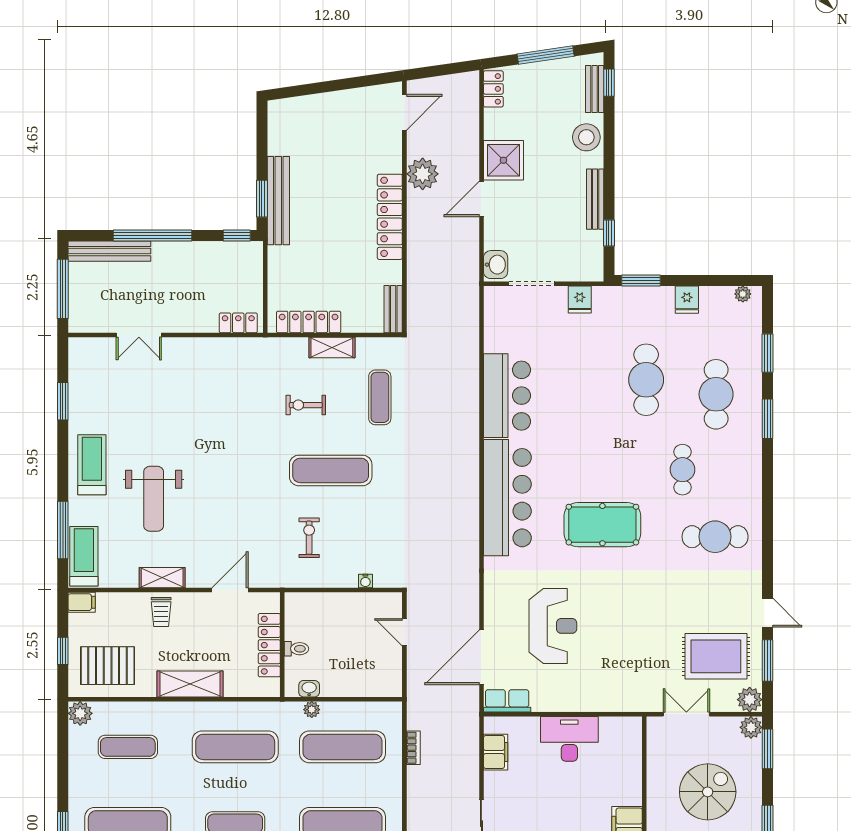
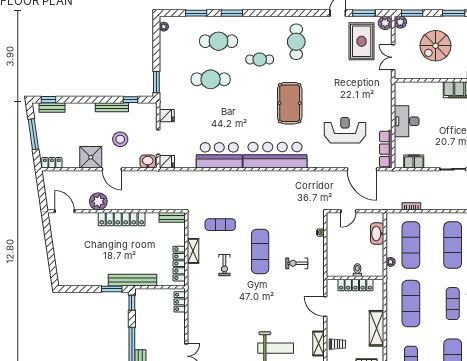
stool: (586, 137) -> (120, 139), moved
bench: (278, 201) -> (132, 280), moved
fridge: (687, 300) -> (167, 162), moved
washbasin: (309, 689) -> (377, 234), moved, width x1.91, depth x1.45
row of seats: (507, 701) -> (386, 149), width x1.48
spiral stairs: (708, 792) -> (436, 46), turned -90

